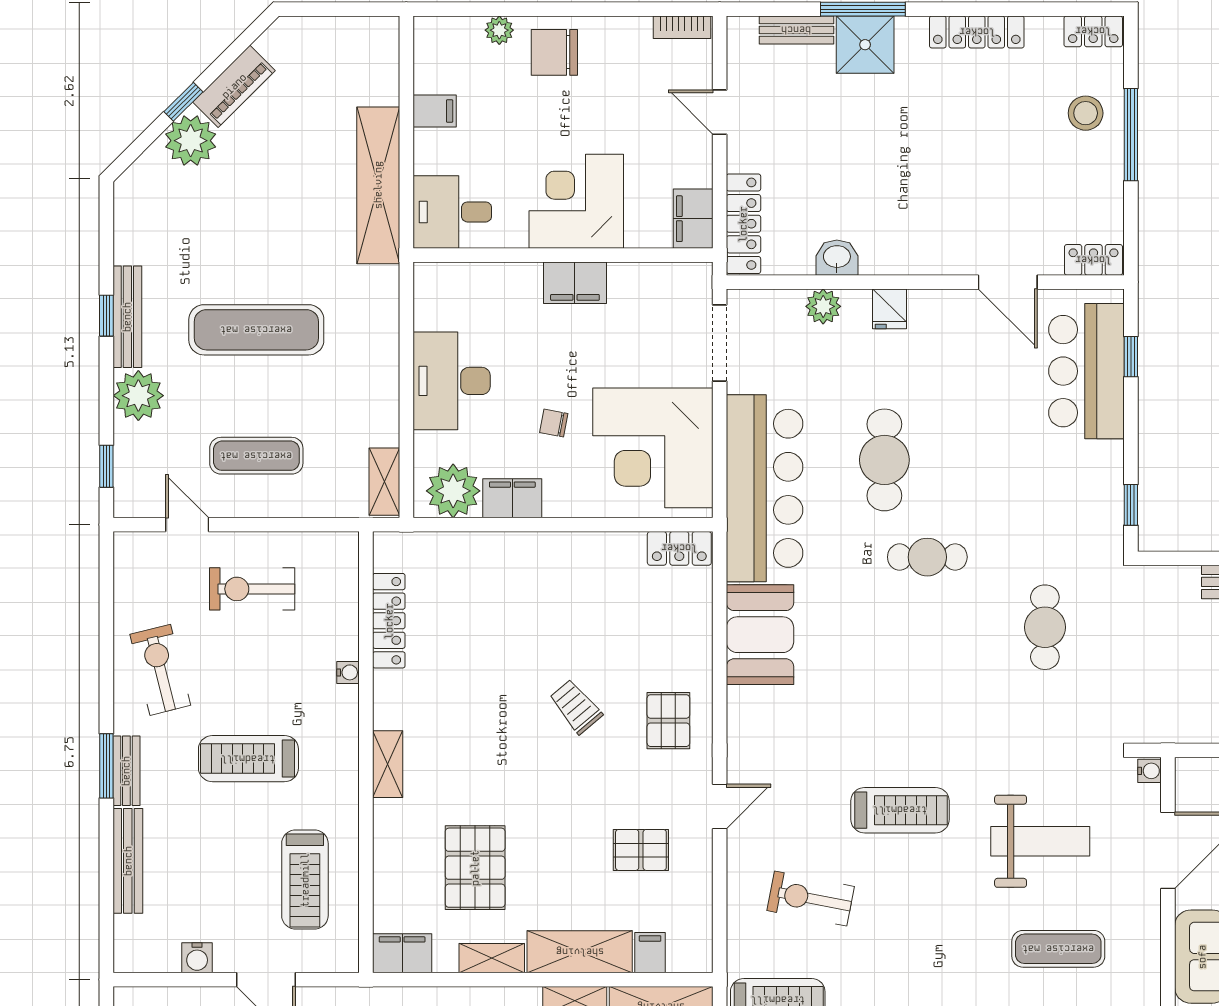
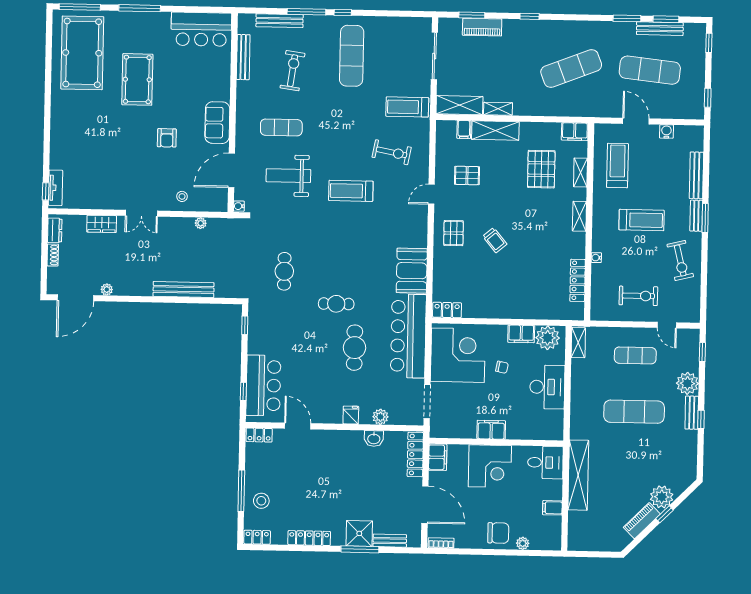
door: (720, 112) -> (425, 505), width x1.87
bench: (127, 317) -> (692, 413), width x0.73
shelving: (492, 958) -> (581, 172), moved, turned 90

